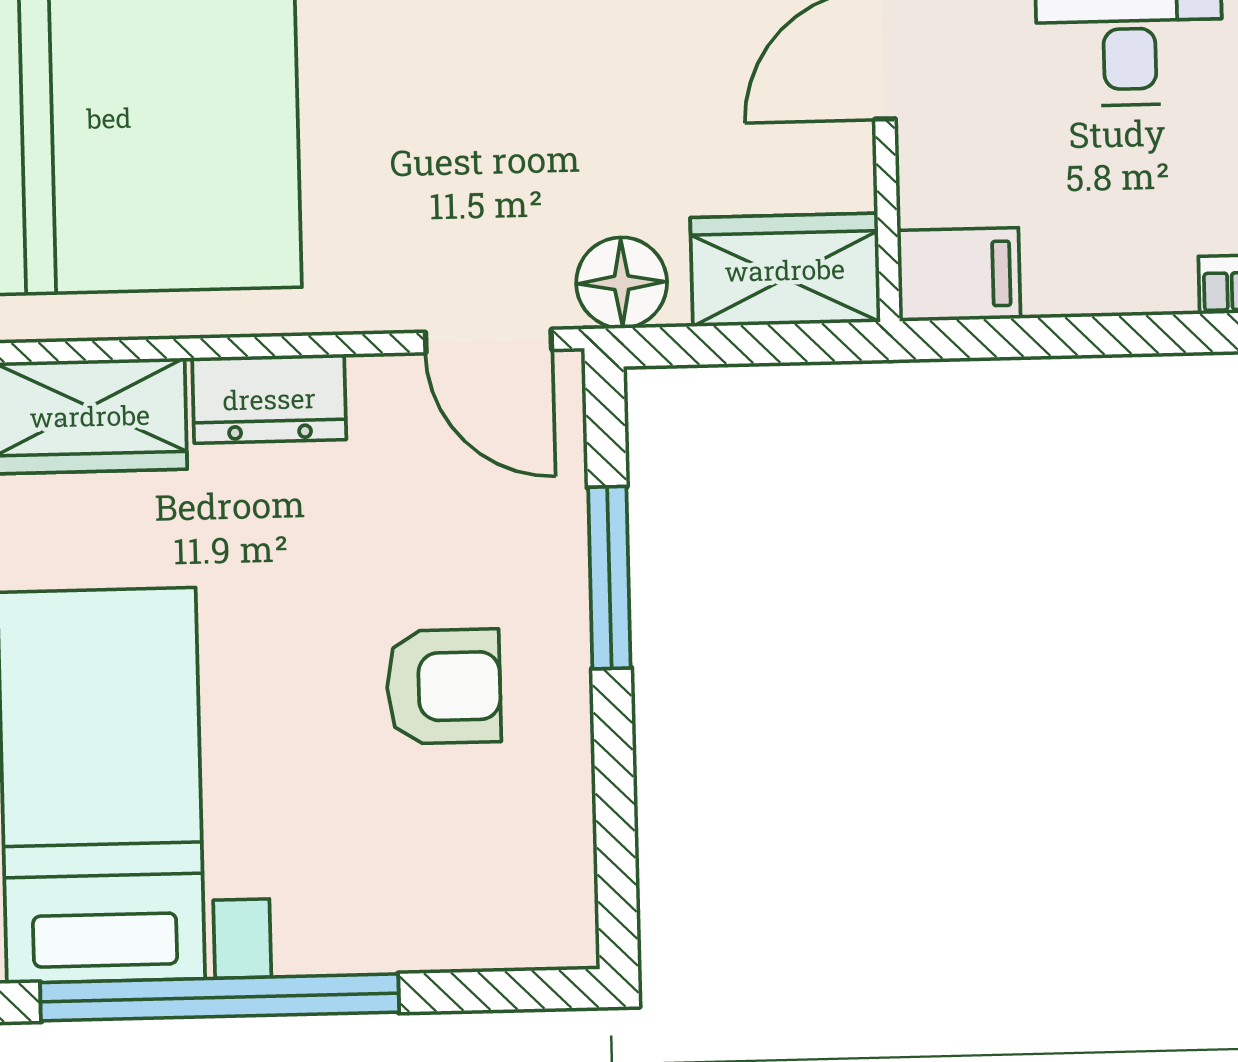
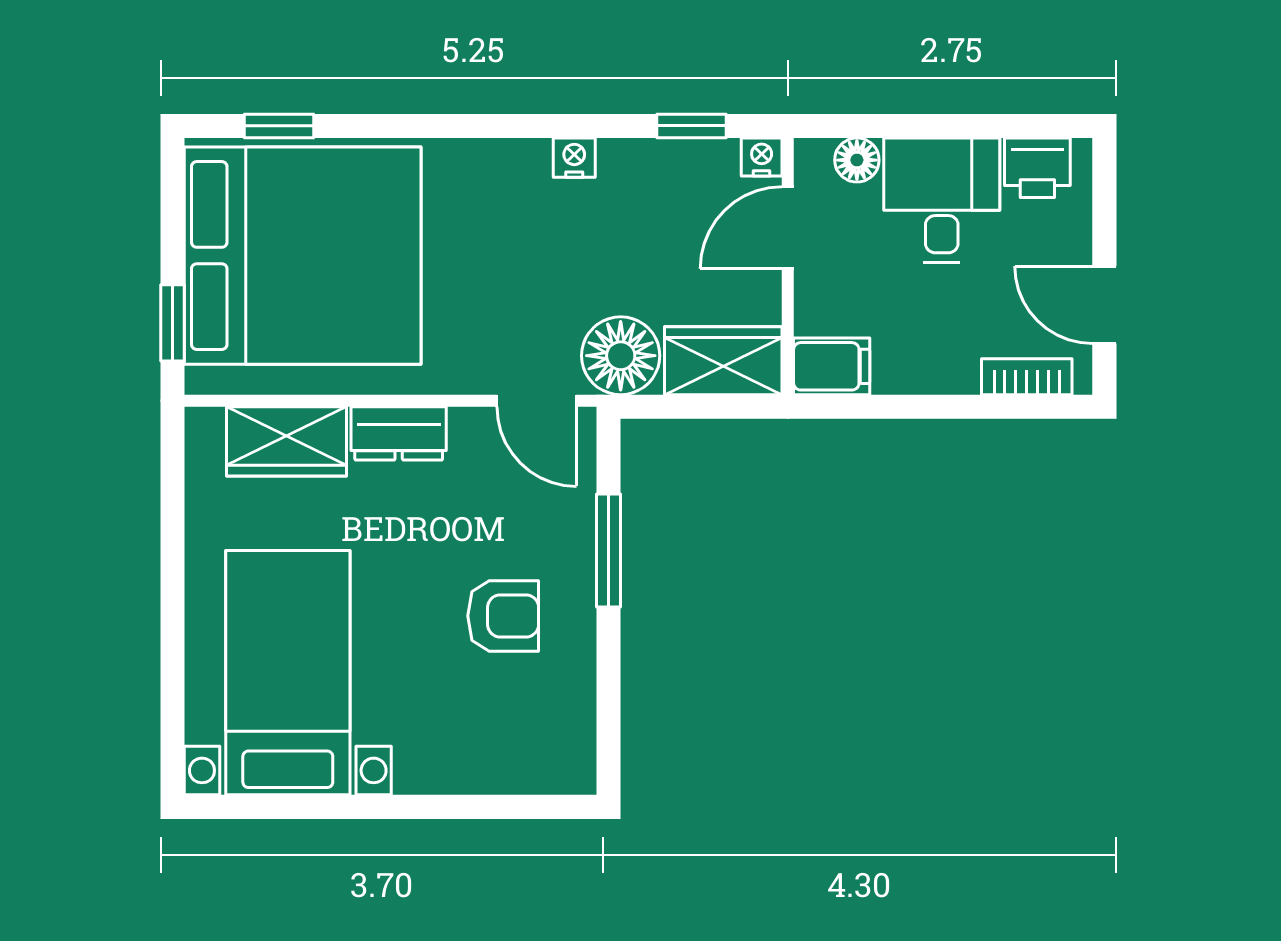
floor lamp: (622, 283) -> (621, 356), width x1.38, depth x1.38
window: (220, 997) -> (359, 807), removed

